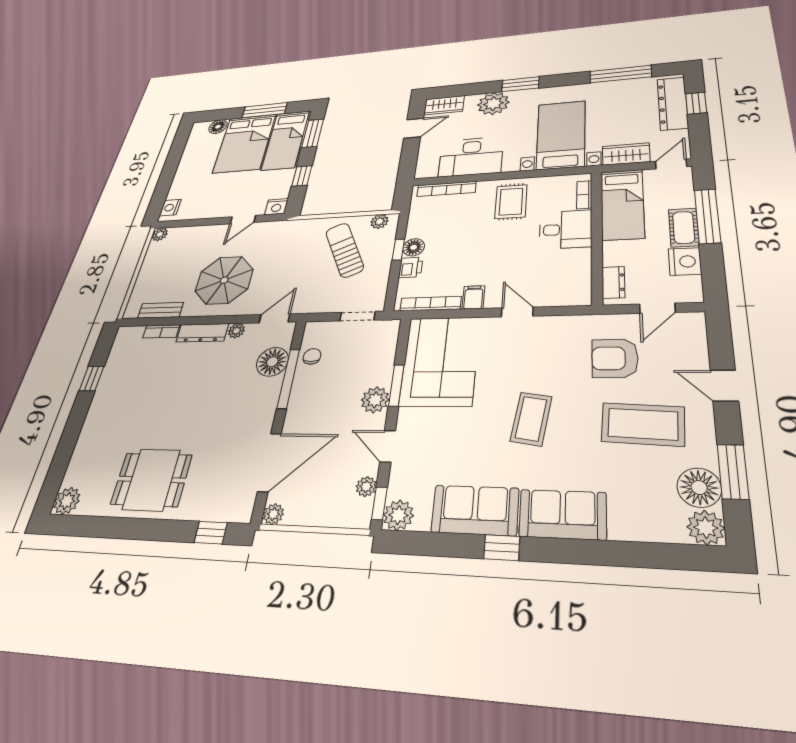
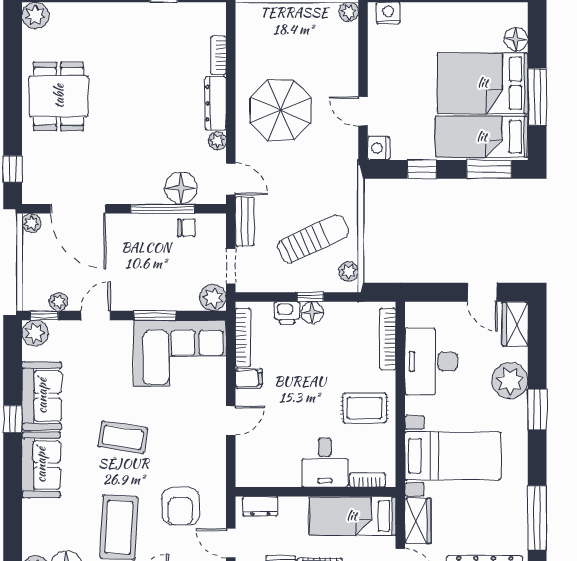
bench: (161, 310) -> (245, 221), moved
armchair: (615, 358) -> (181, 506), turned 180
plant: (375, 400) -> (213, 298), moved

